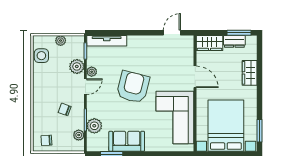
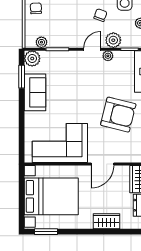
door: (85, 87) -> (92, 49), swing flipped
armchair: (133, 87) -> (118, 115), moved
chair: (65, 109) -> (100, 15), moved
plant: (94, 126) -> (32, 59), moved

